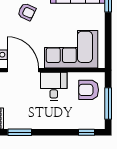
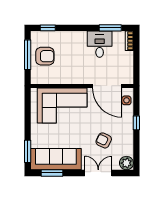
desk: (54, 86) -> (100, 44), moved, turned 180
armchair: (89, 90) -> (45, 56), moved

